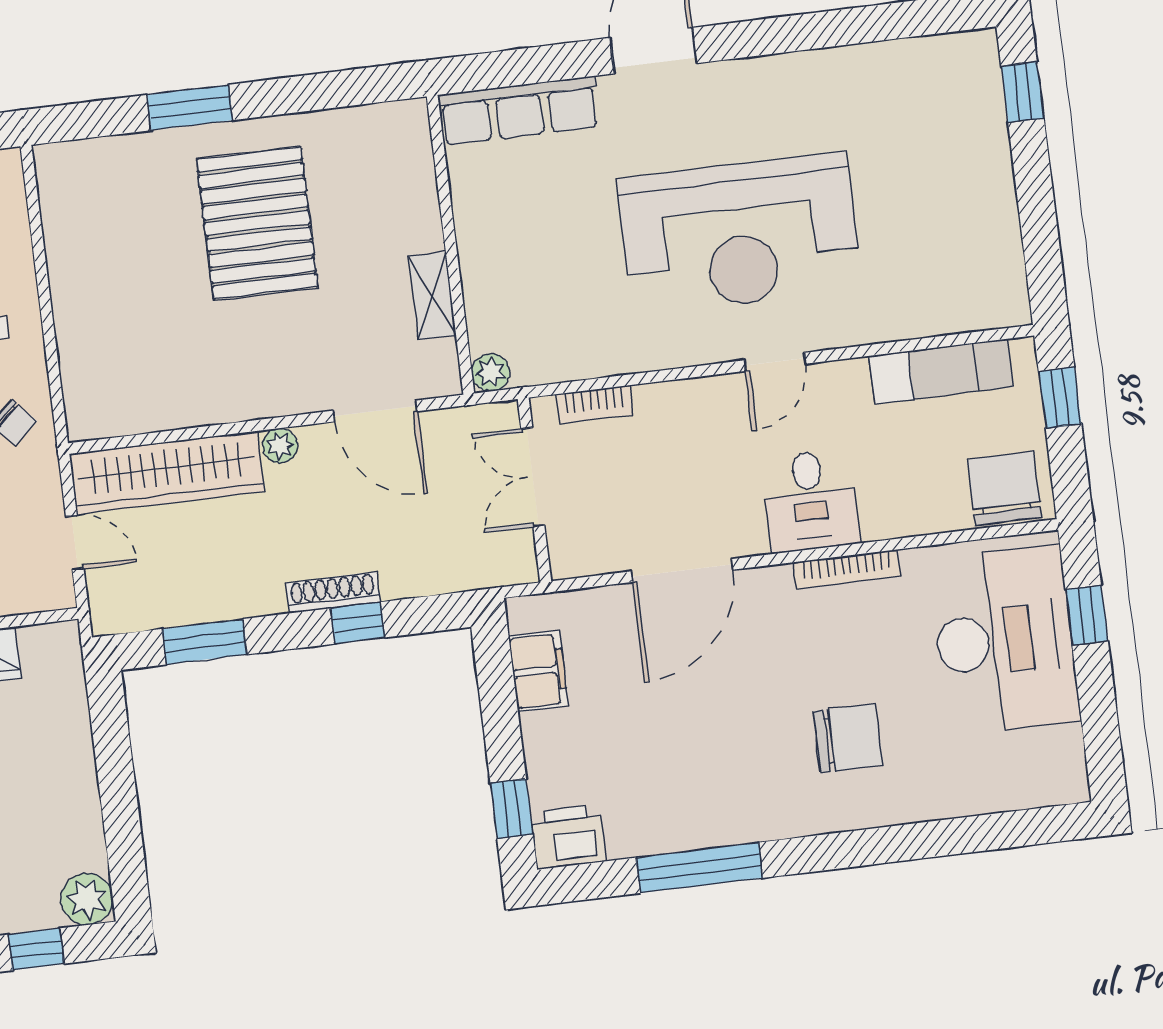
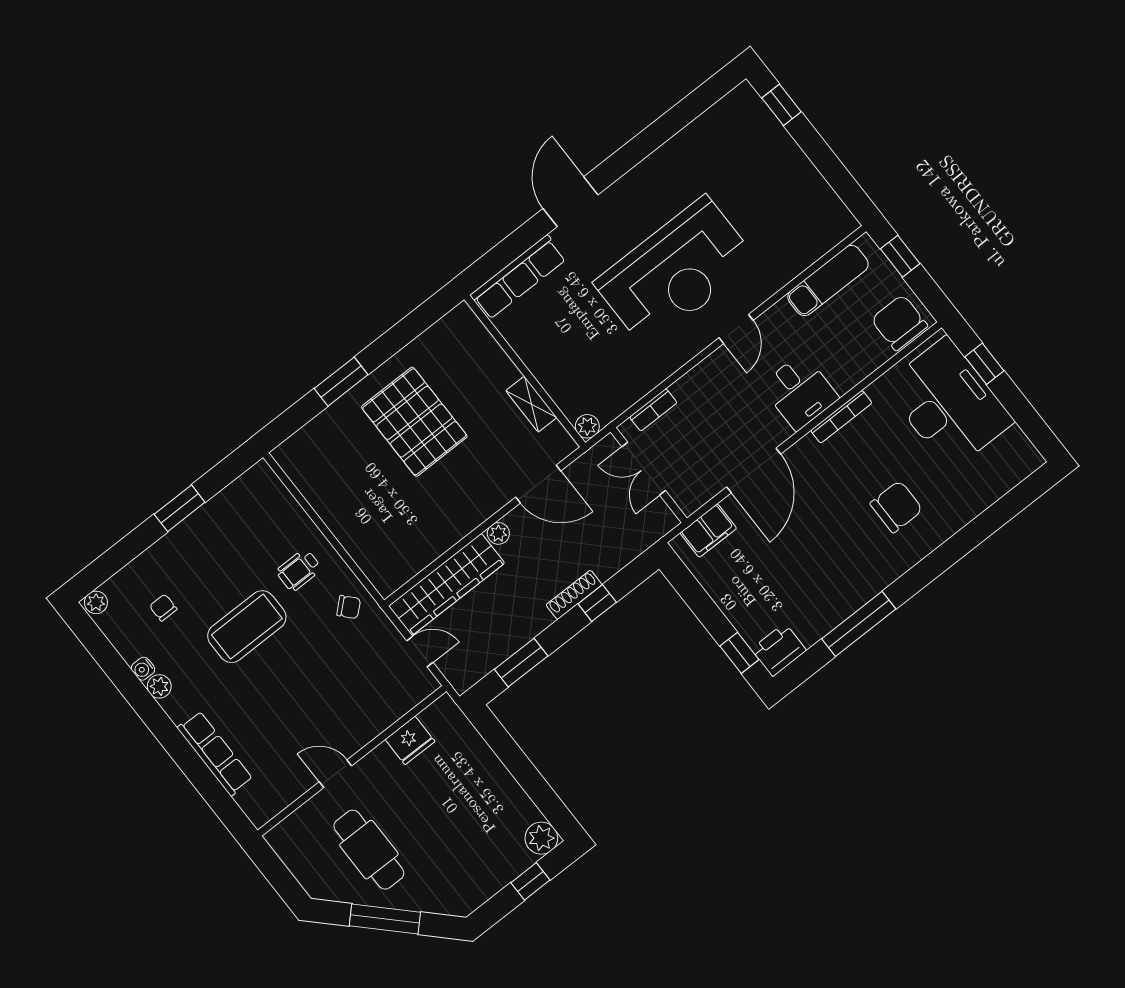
filing cabinet: (538, 671) -> (708, 531), moved, turned 90

